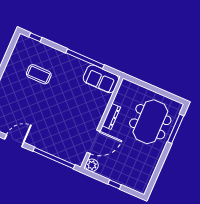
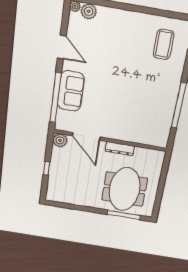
coffee table: (39, 74) -> (164, 44), moved
sofa: (101, 79) -> (71, 91), moved, turned 180
meeting table: (150, 122) -> (125, 189), turned 90

